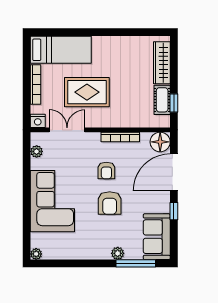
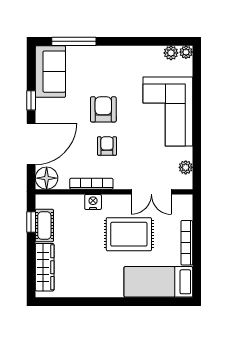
nightstand: (38, 121) -> (93, 202), moved
plant: (118, 253) -> (171, 53), moved

